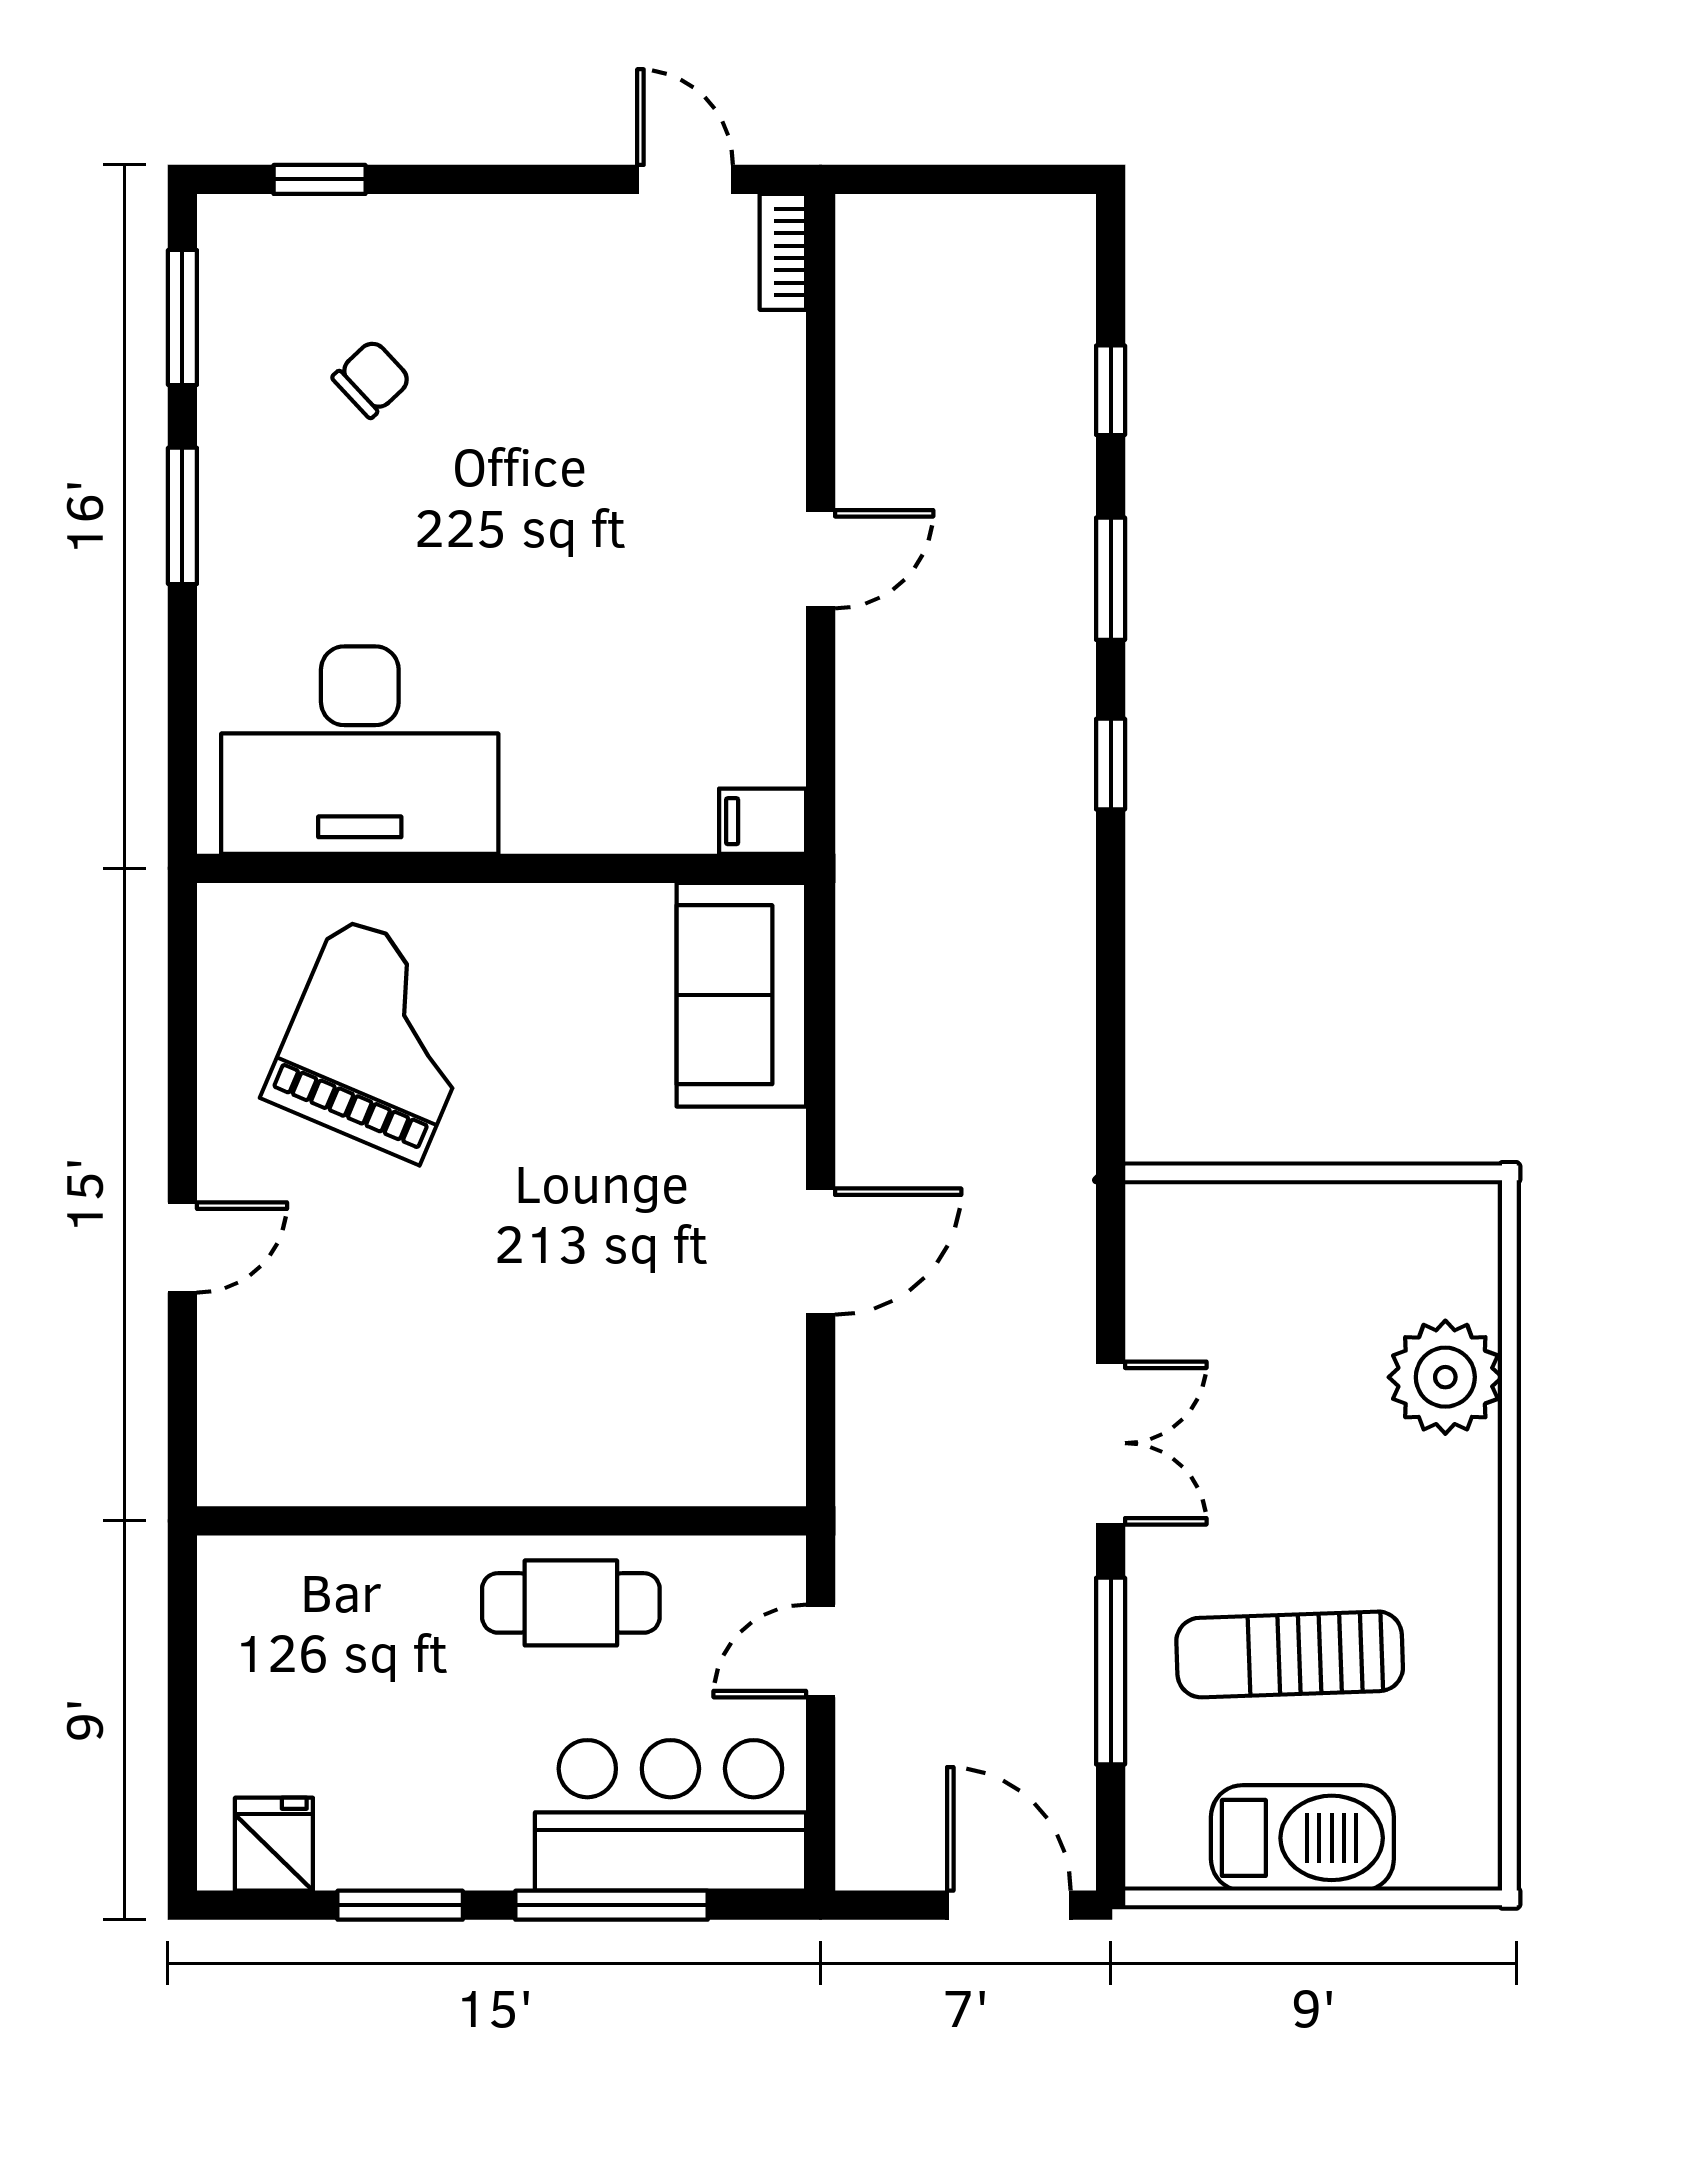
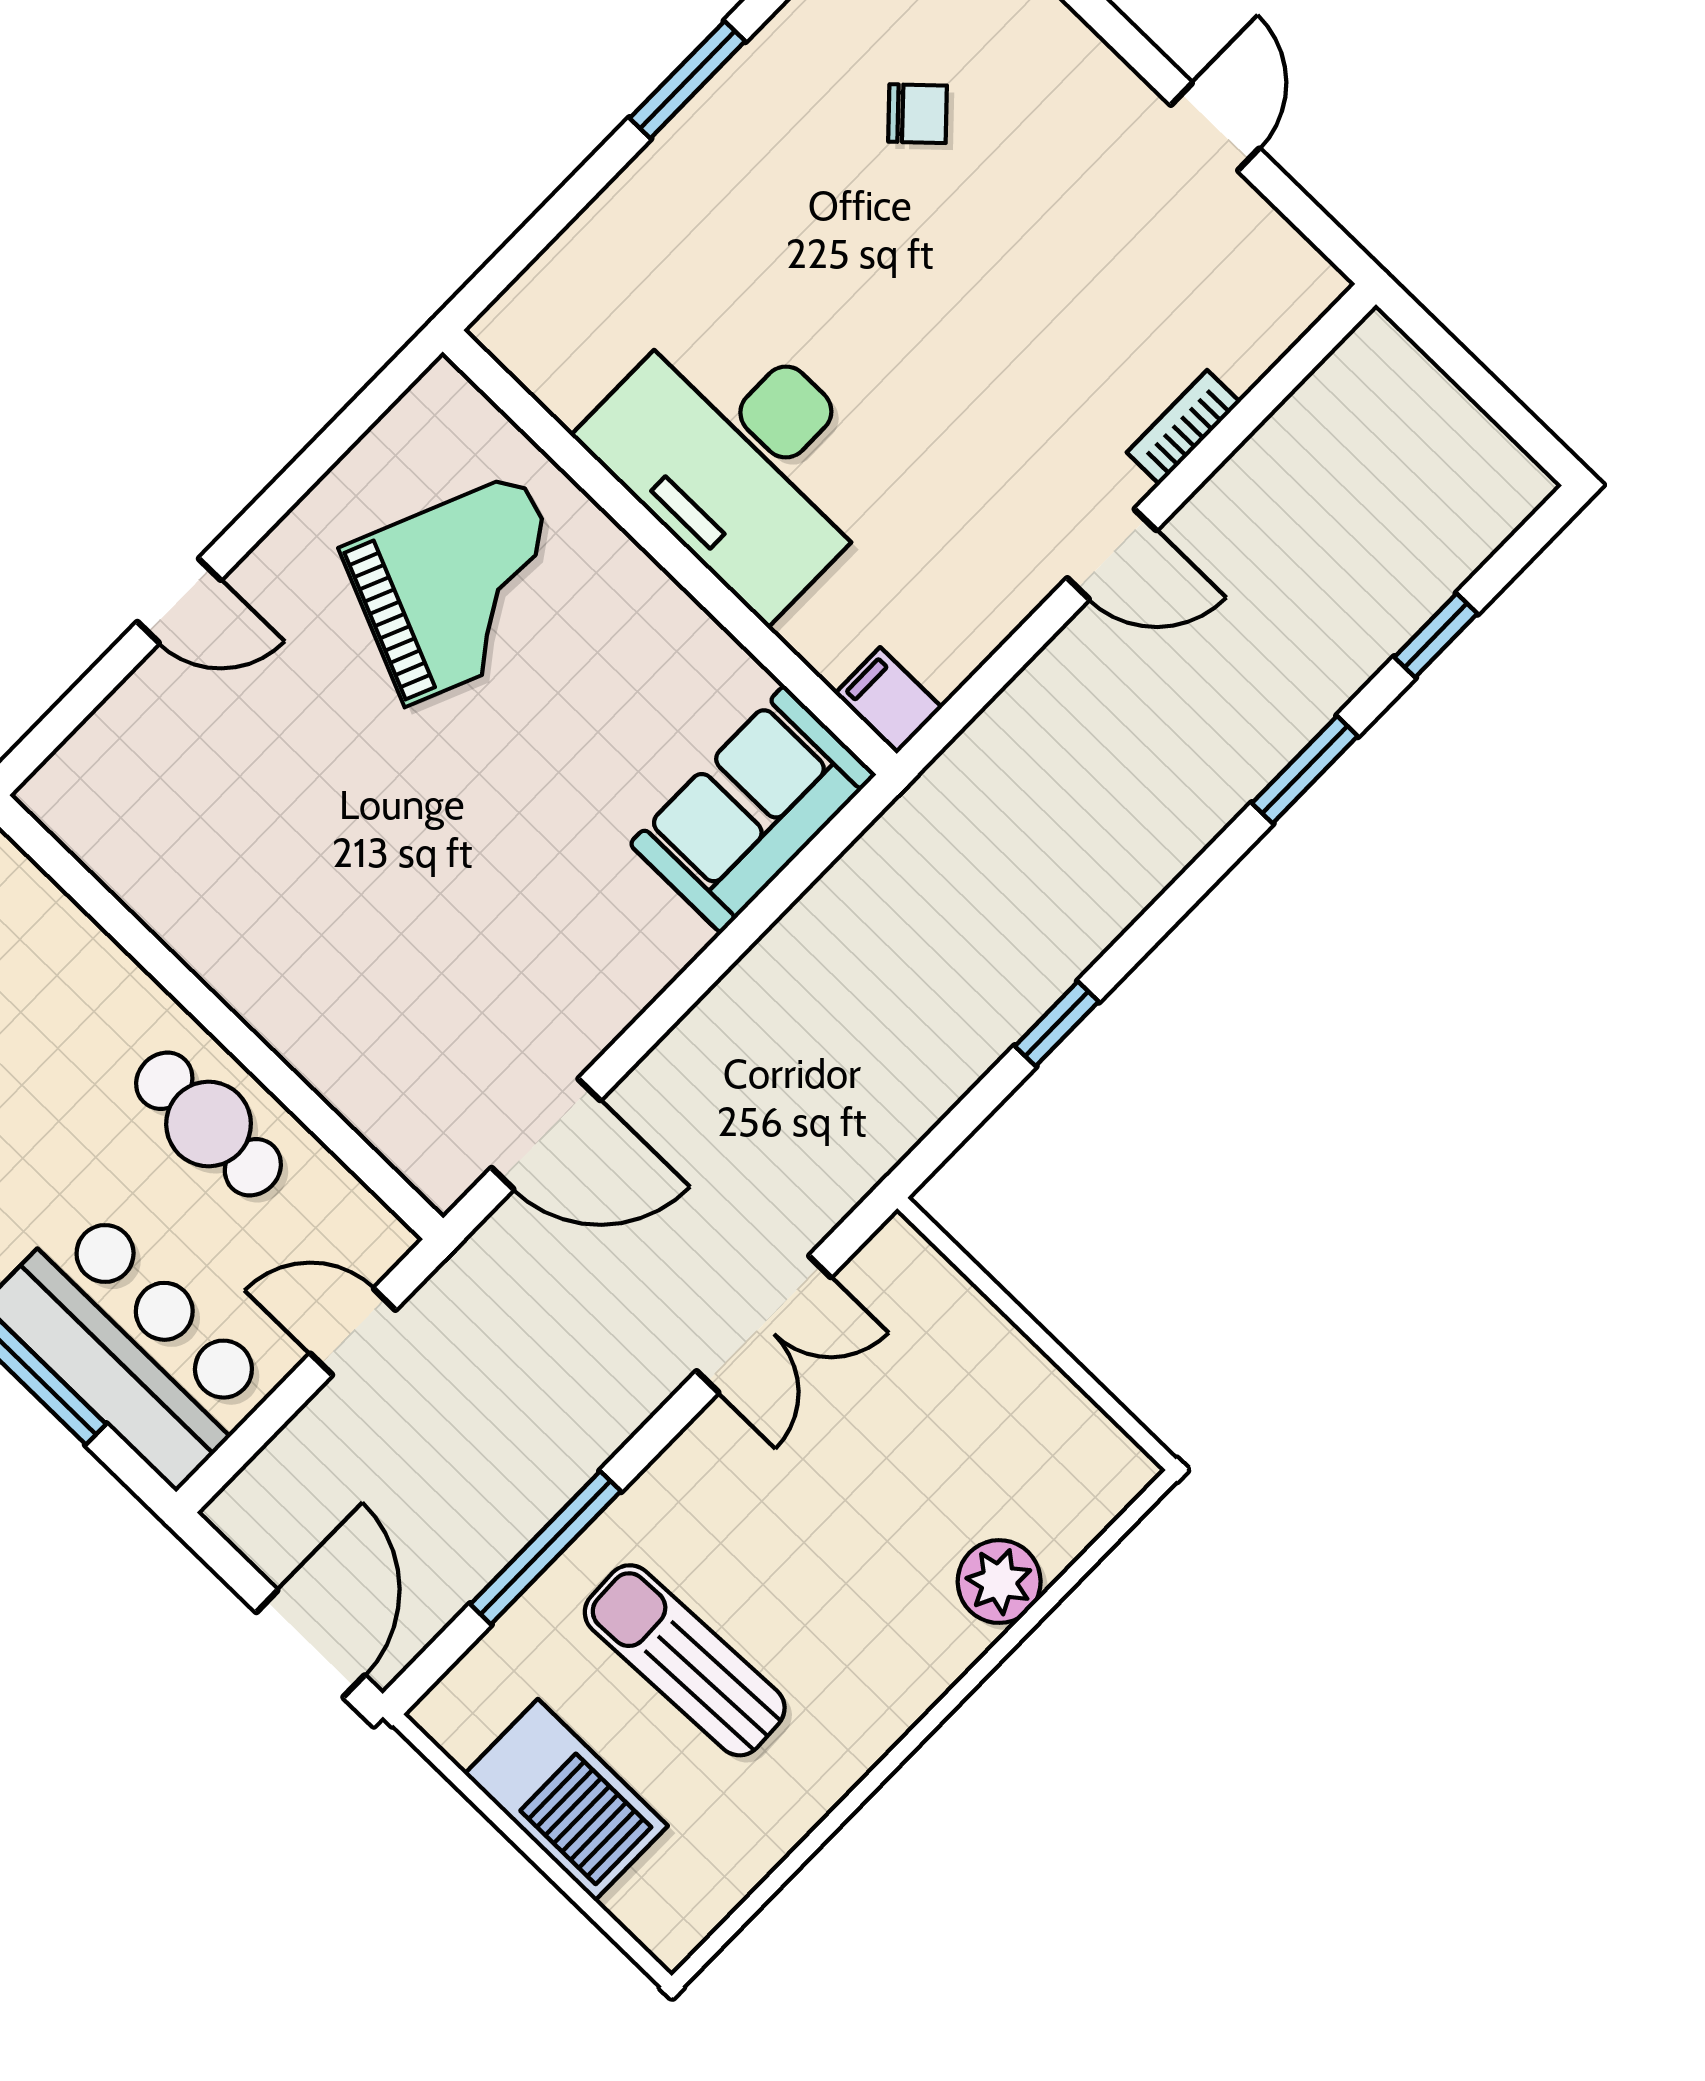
door: (685, 179) -> (1215, 127), moved
bookcase: (783, 252) -> (1183, 427), moved
desk: (360, 750) -> (741, 458), moved
window: (1111, 764) -> (1057, 1024), moved
door: (821, 1252) -> (546, 1134), moved
plant: (1445, 1377) -> (999, 1582), width x0.73, depth x0.73
double door: (1111, 1443) -> (764, 1324), moved

